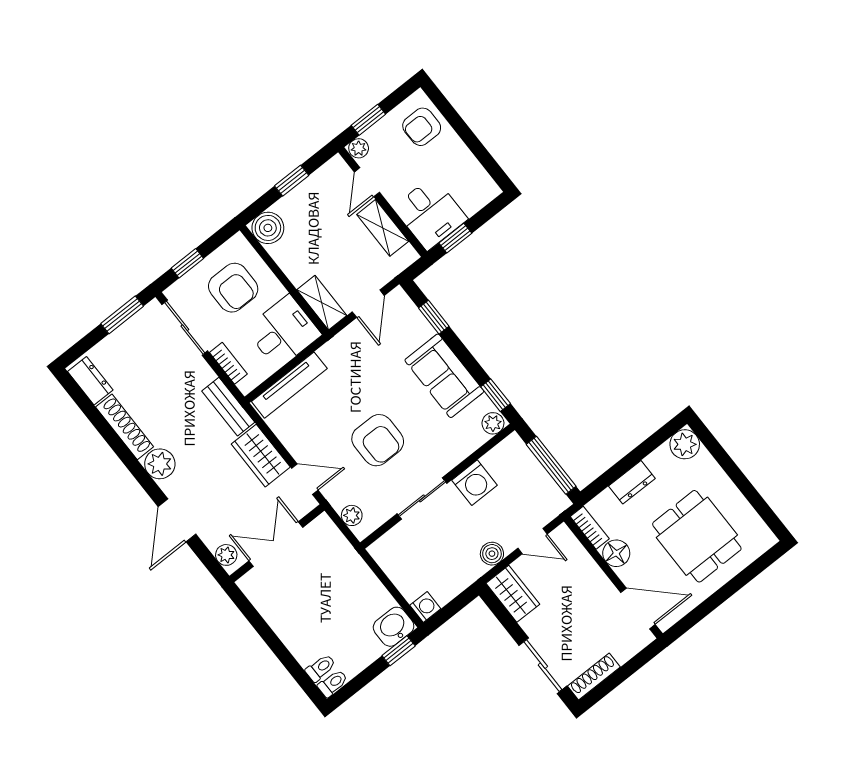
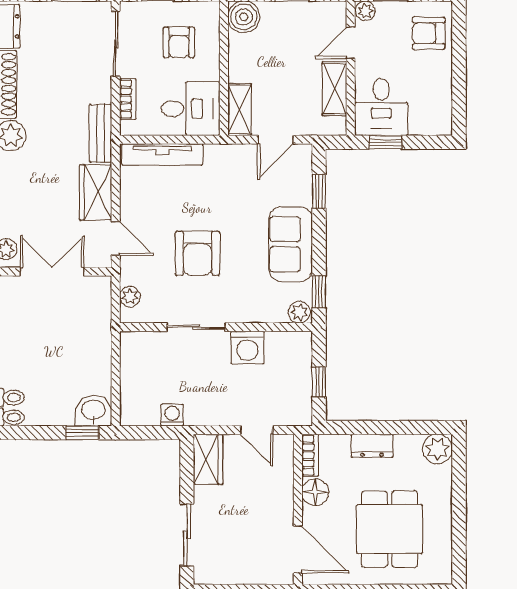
armchair: (233, 288) -> (179, 42), width x0.72, depth x0.72
window: (551, 465) -> (319, 382), width x0.46
boiler: (492, 554) -> (217, 415), removed
washing machine: (425, 607) -> (172, 415), moved, turned -90
shoe rack: (594, 676) -> (220, 575), removed

